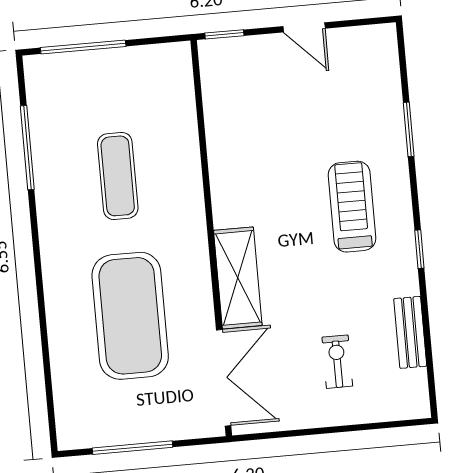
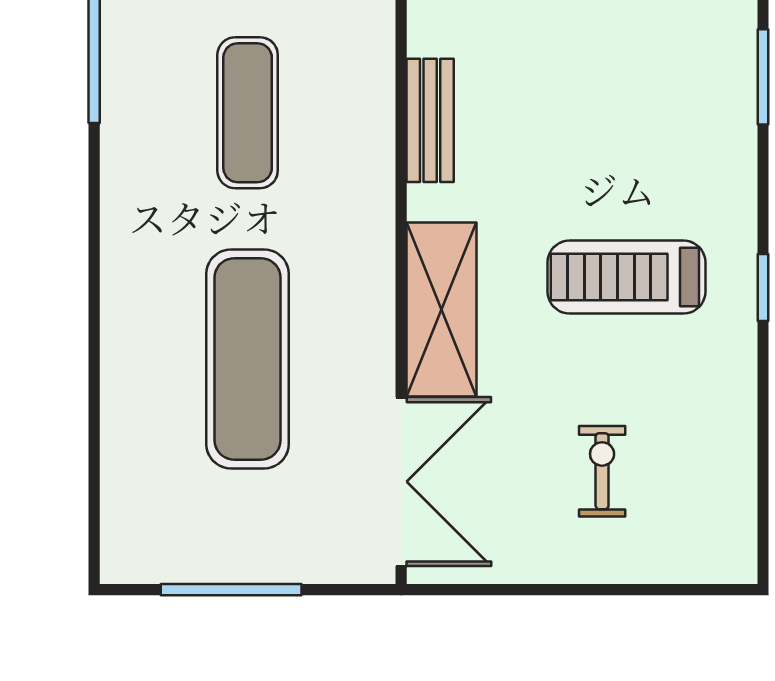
treadmill: (352, 207) -> (626, 277), moved, turned -90
exercise mat: (130, 316) -> (248, 359), width x0.68
bench: (410, 332) -> (430, 120), moved

